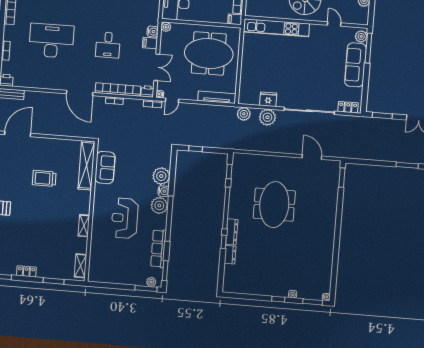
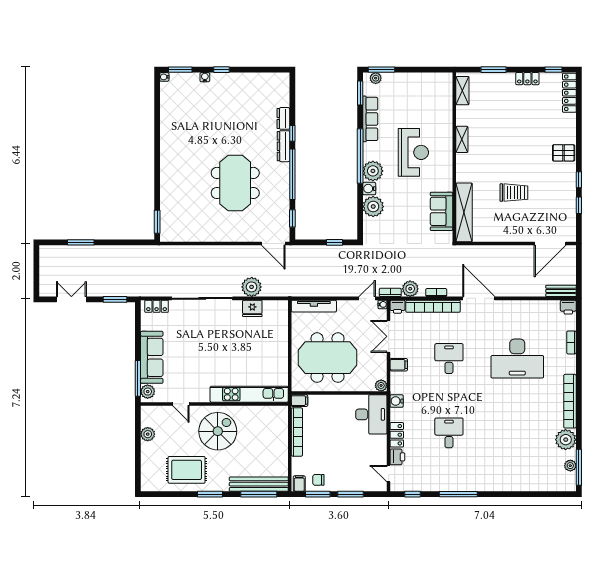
water cooler: (153, 32) -> (397, 401), moved
plant: (244, 114) -> (410, 289), moved
door: (312, 157) -> (273, 244), moved

